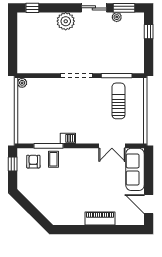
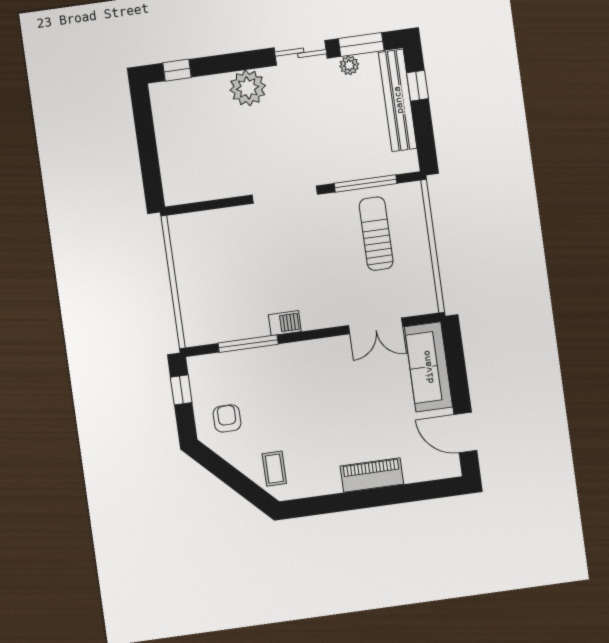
bench: (138, 37) -> (398, 100), added
plant: (22, 83) -> (177, 224), removed
coffee table: (53, 159) -> (274, 469), moved
armchair: (33, 162) -> (227, 418), moved

